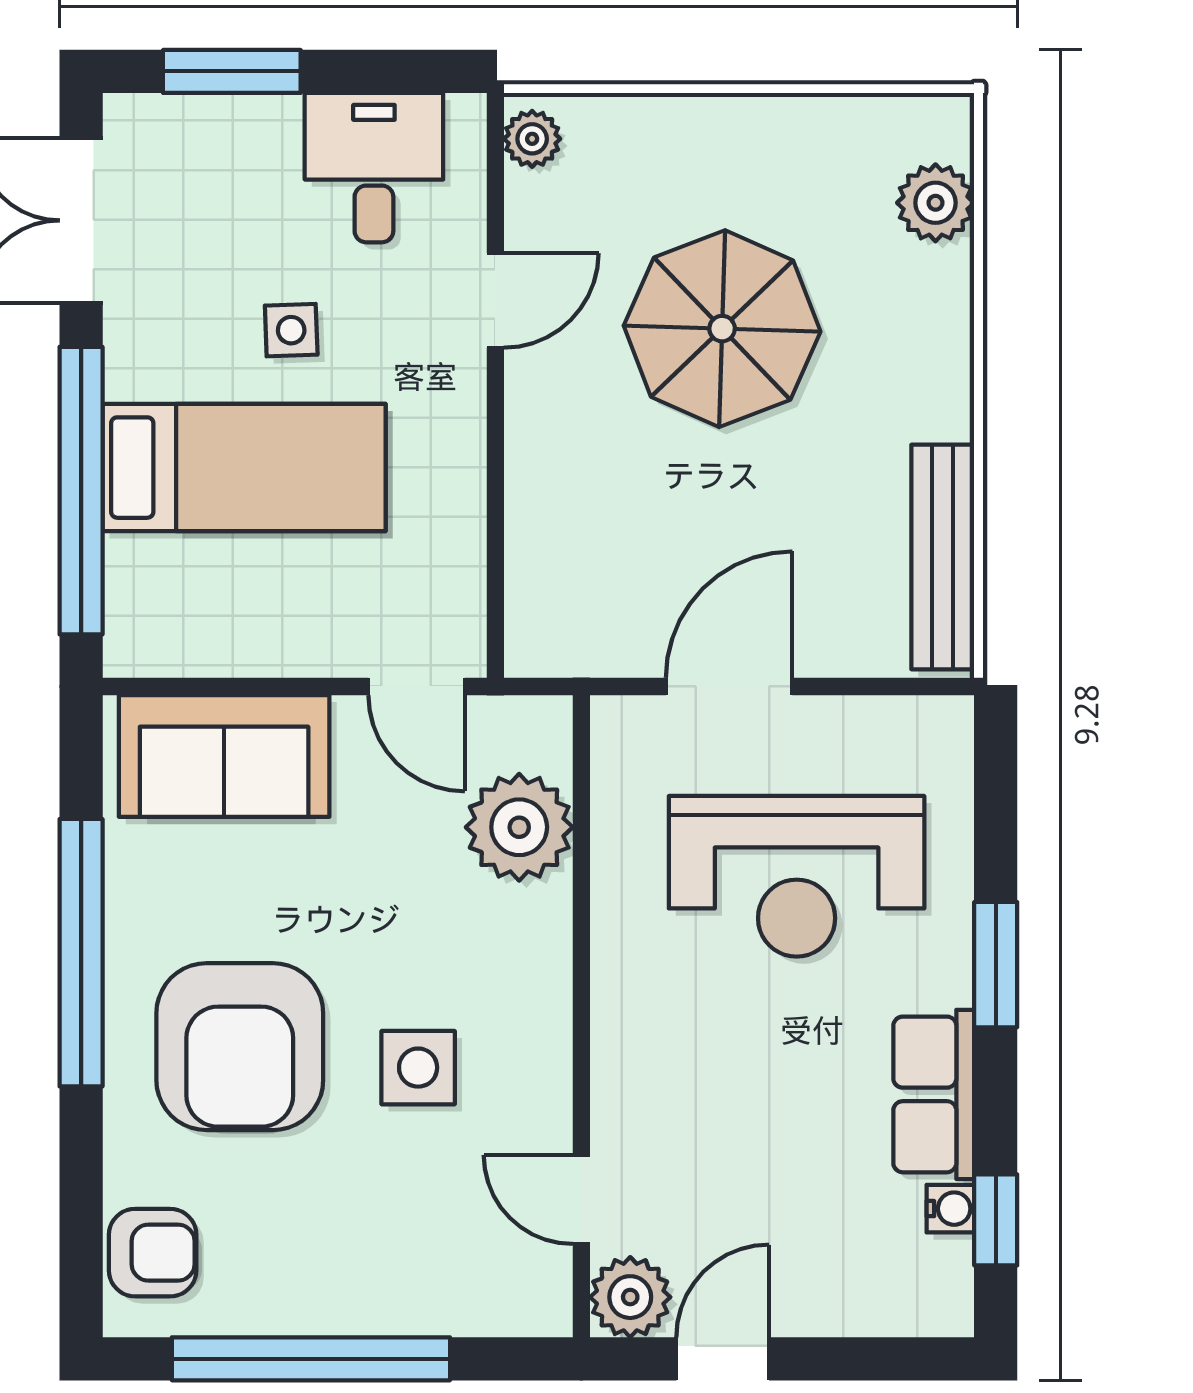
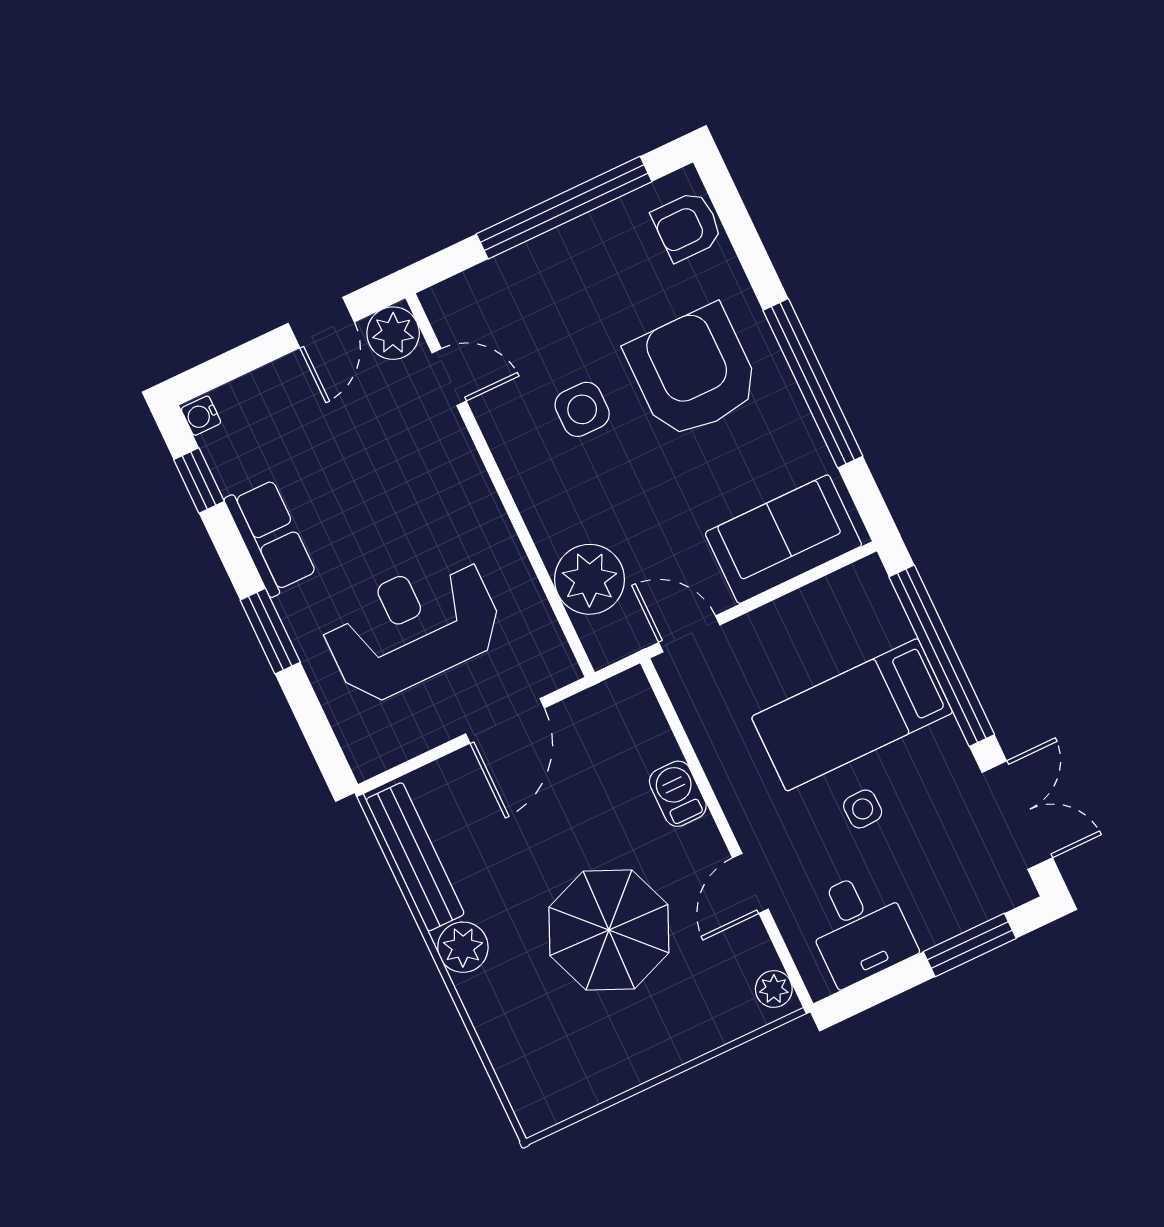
plant: (936, 203) -> (463, 947), moved
barbecue: (537, 472) -> (678, 794), added
water cooler: (950, 1209) -> (201, 416), moved

